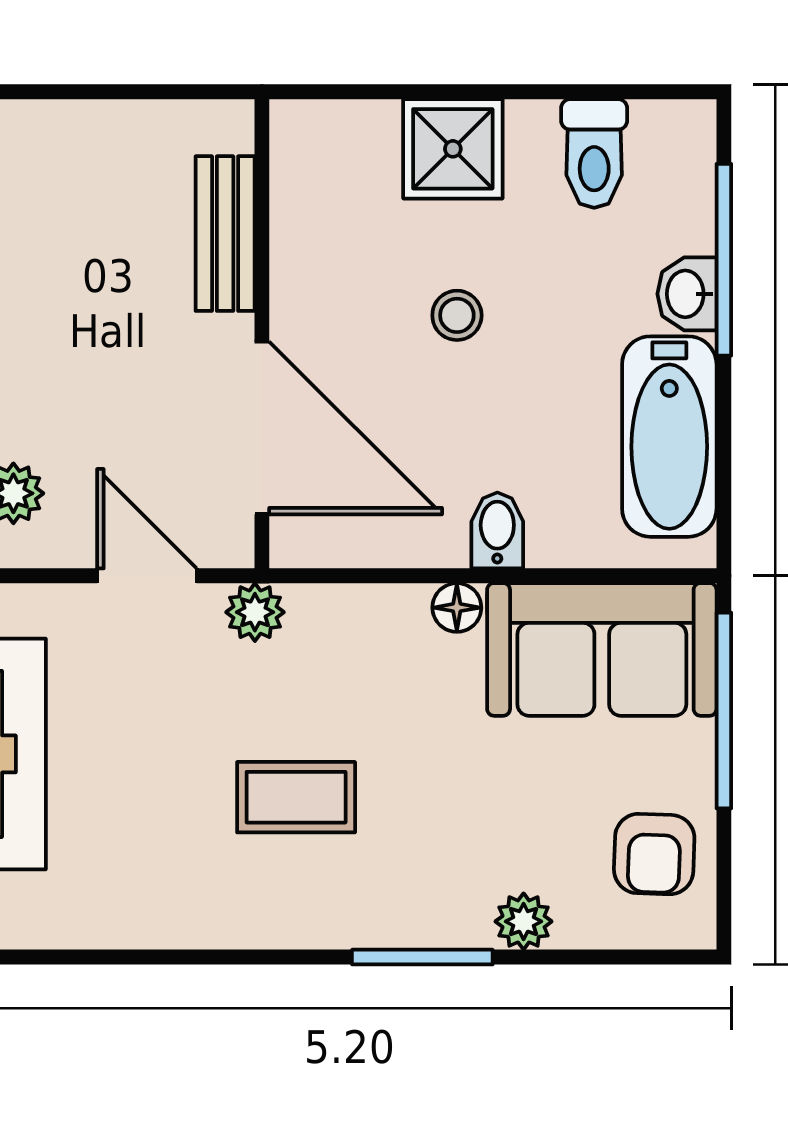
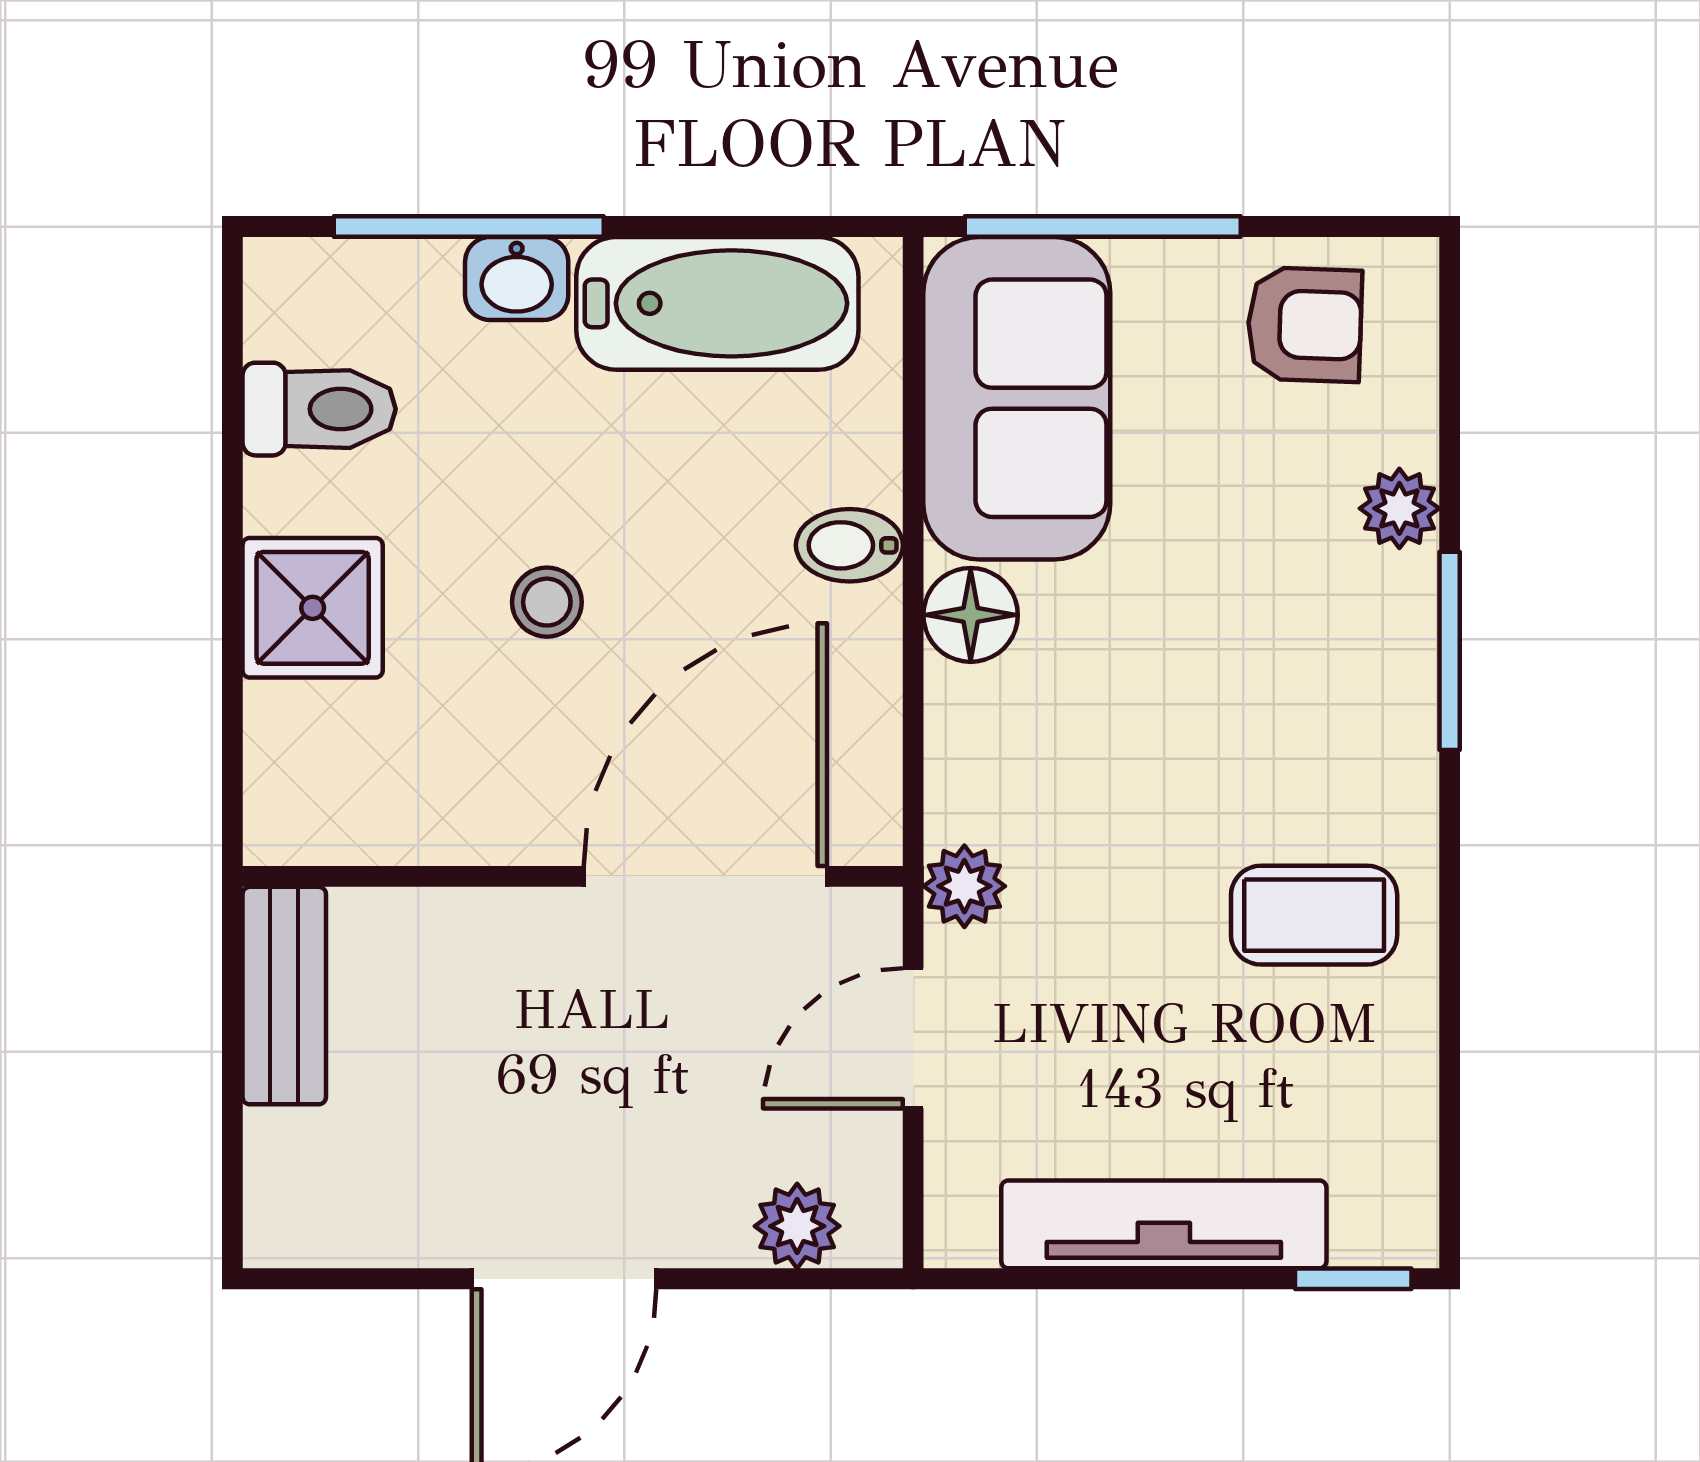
bench: (225, 234) -> (284, 996), moved, turned 90
floor lamp: (457, 608) -> (971, 615), width x1.37, depth x1.37
coffee table: (296, 797) -> (1314, 915), moved, turned 90

